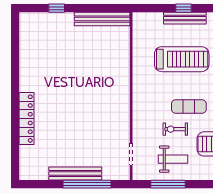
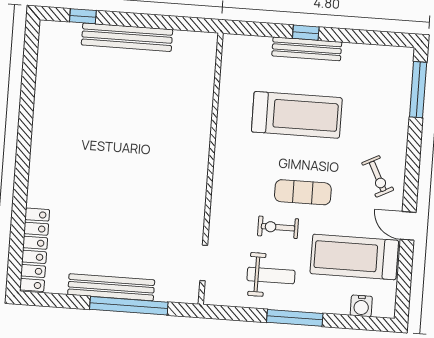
window: (57, 8) -> (83, 16), moved
bench: (102, 19) -> (127, 37), moved
locker: (27, 119) -> (35, 250), moved
window: (168, 184) -> (295, 318), moved

